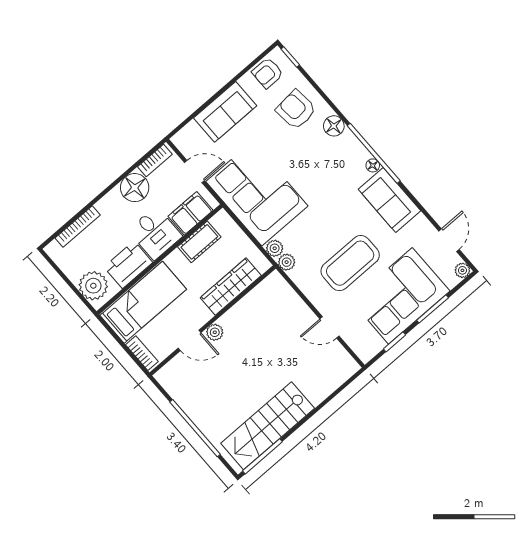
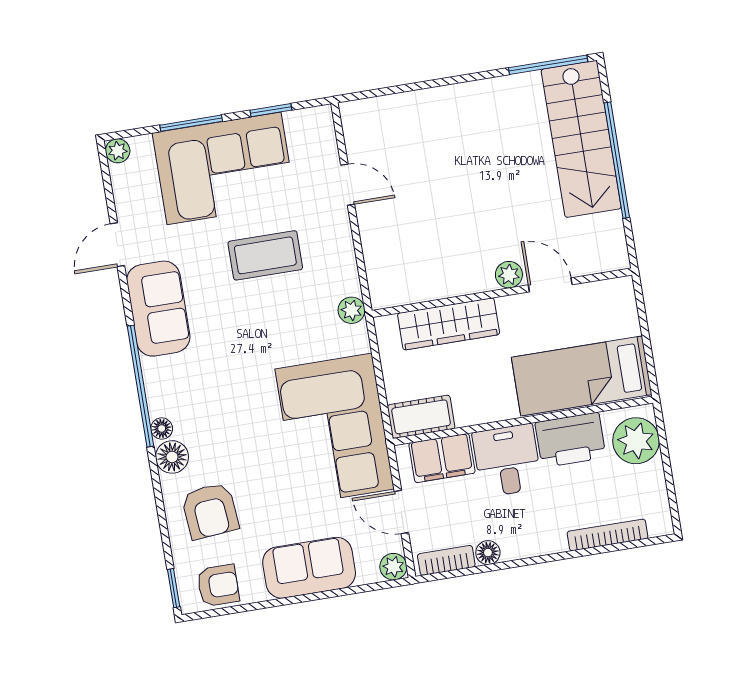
floor lamp: (373, 165) -> (162, 428), moved
floor lamp: (135, 188) -> (488, 553), width x0.53, depth x0.53
door: (449, 240) -> (117, 245), moved
cot: (199, 242) -> (421, 417), moved
plant: (275, 248) -> (393, 567), moved
coffee table: (350, 263) -> (265, 255), width x0.73, depth x0.76
bookcase: (142, 353) -> (626, 308), removed
stairs: (268, 426) -> (581, 139), moved, turned 90

